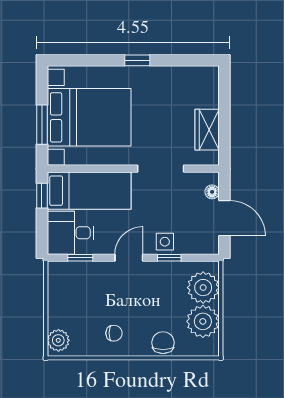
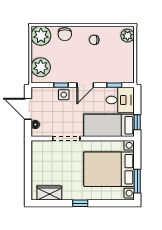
window: (42, 125) -> (137, 181), moved
wardrobe: (207, 130) -> (49, 193), moved, turned -90
plant: (203, 321) -> (41, 36), moved

